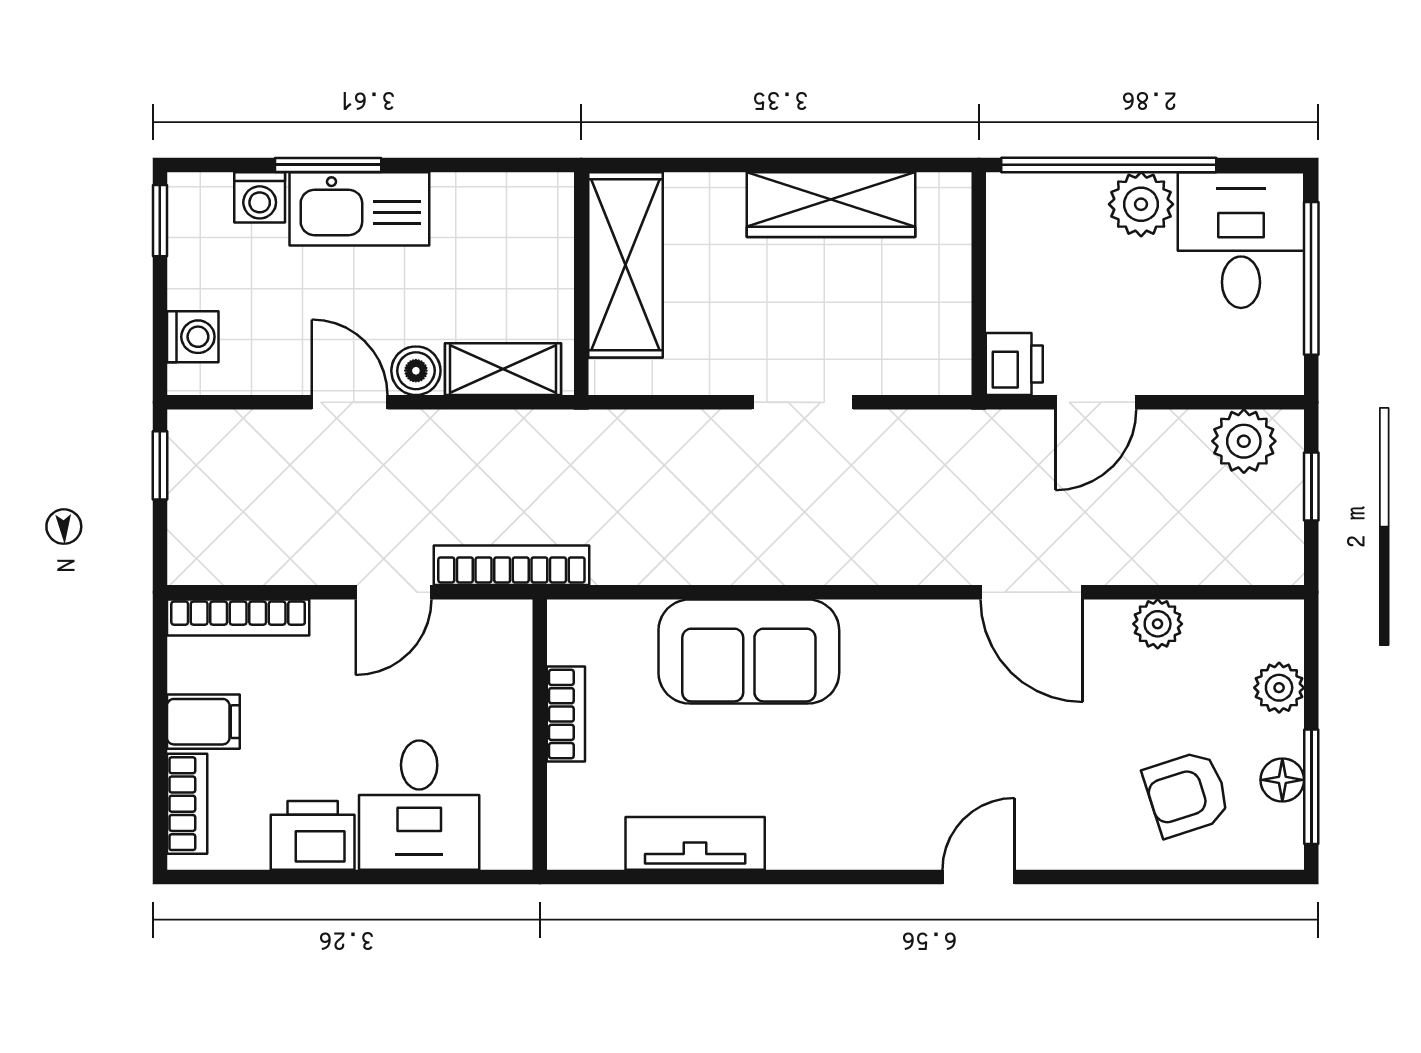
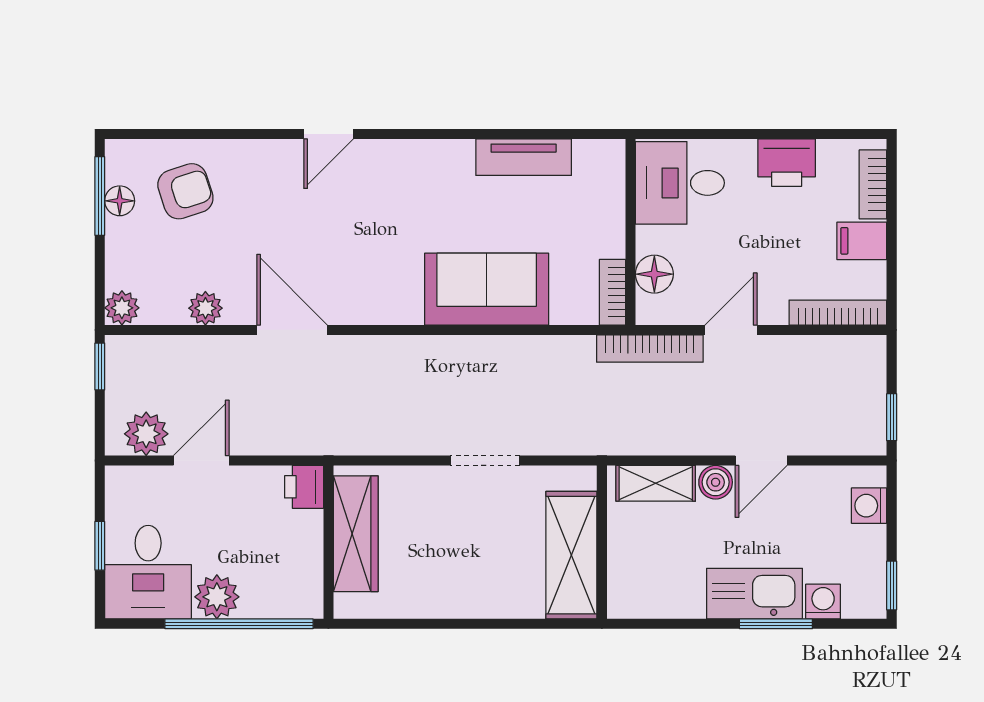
wardrobe: (831, 205) -> (356, 534), moved, turned 90
window: (1311, 278) -> (100, 546), width x0.46
door: (350, 402) -> (761, 461), hinge flipped
doorway: (803, 402) -> (485, 461), moved
door: (1096, 402) -> (201, 461), moved
window: (1311, 486) -> (100, 366), moved
floor lamp: (505, 673) -> (654, 274), added
plant: (1279, 688) -> (122, 308), moved
bookcase: (566, 714) -> (612, 292), moved
desk: (419, 805) -> (680, 183), moved, turned -90

